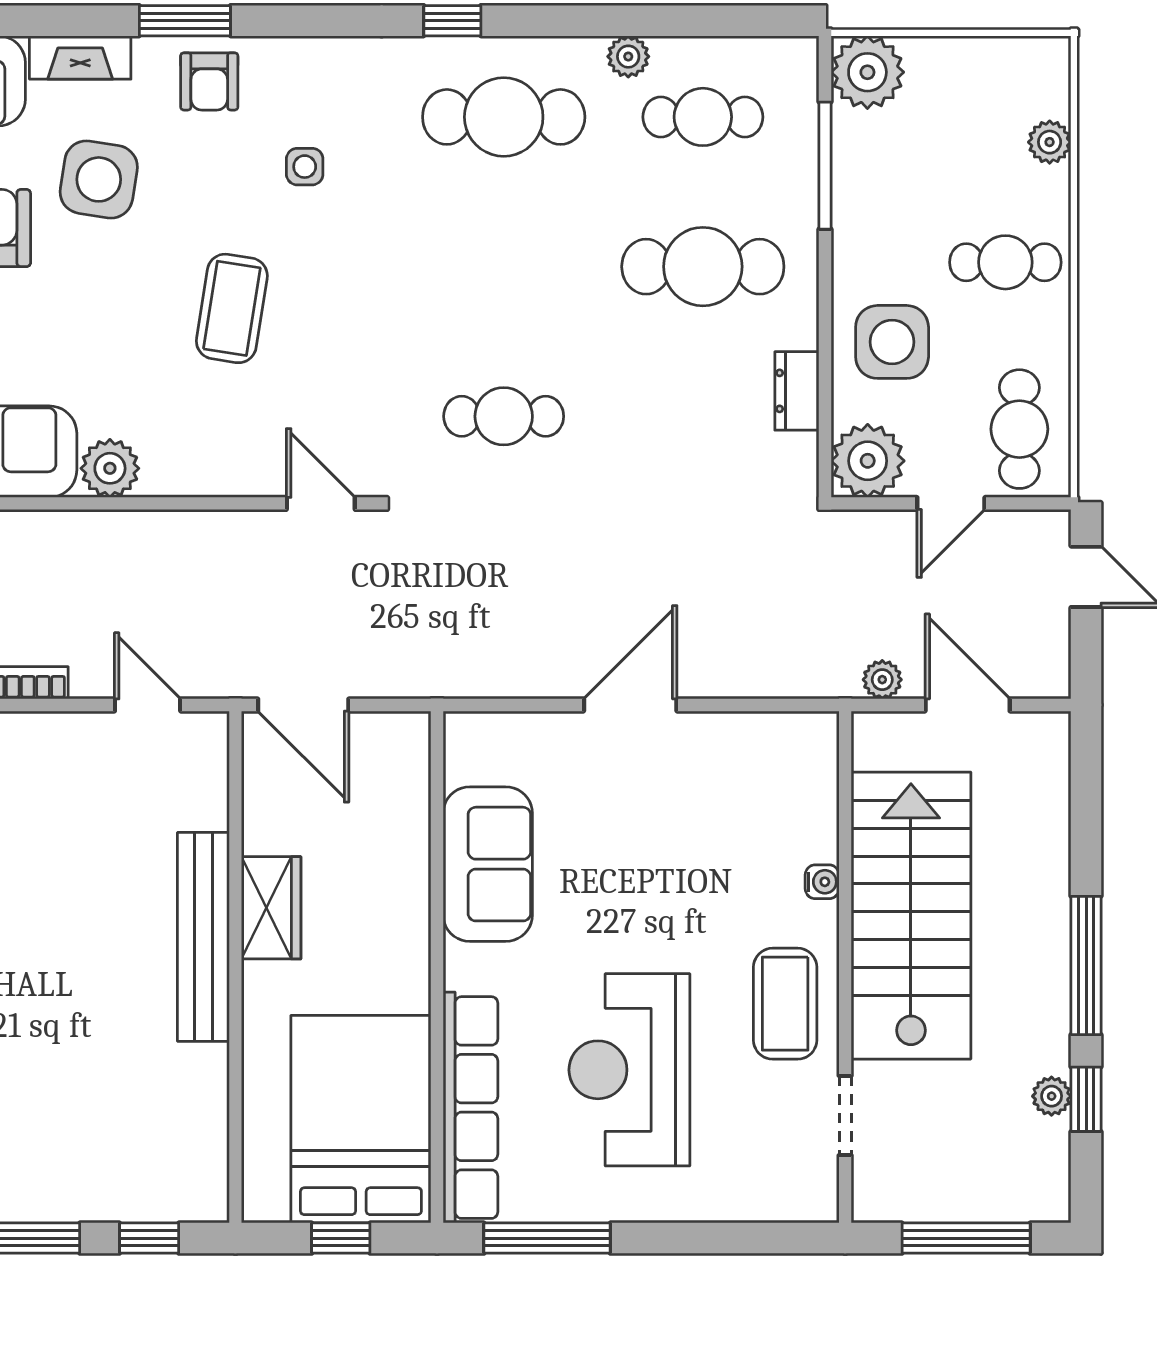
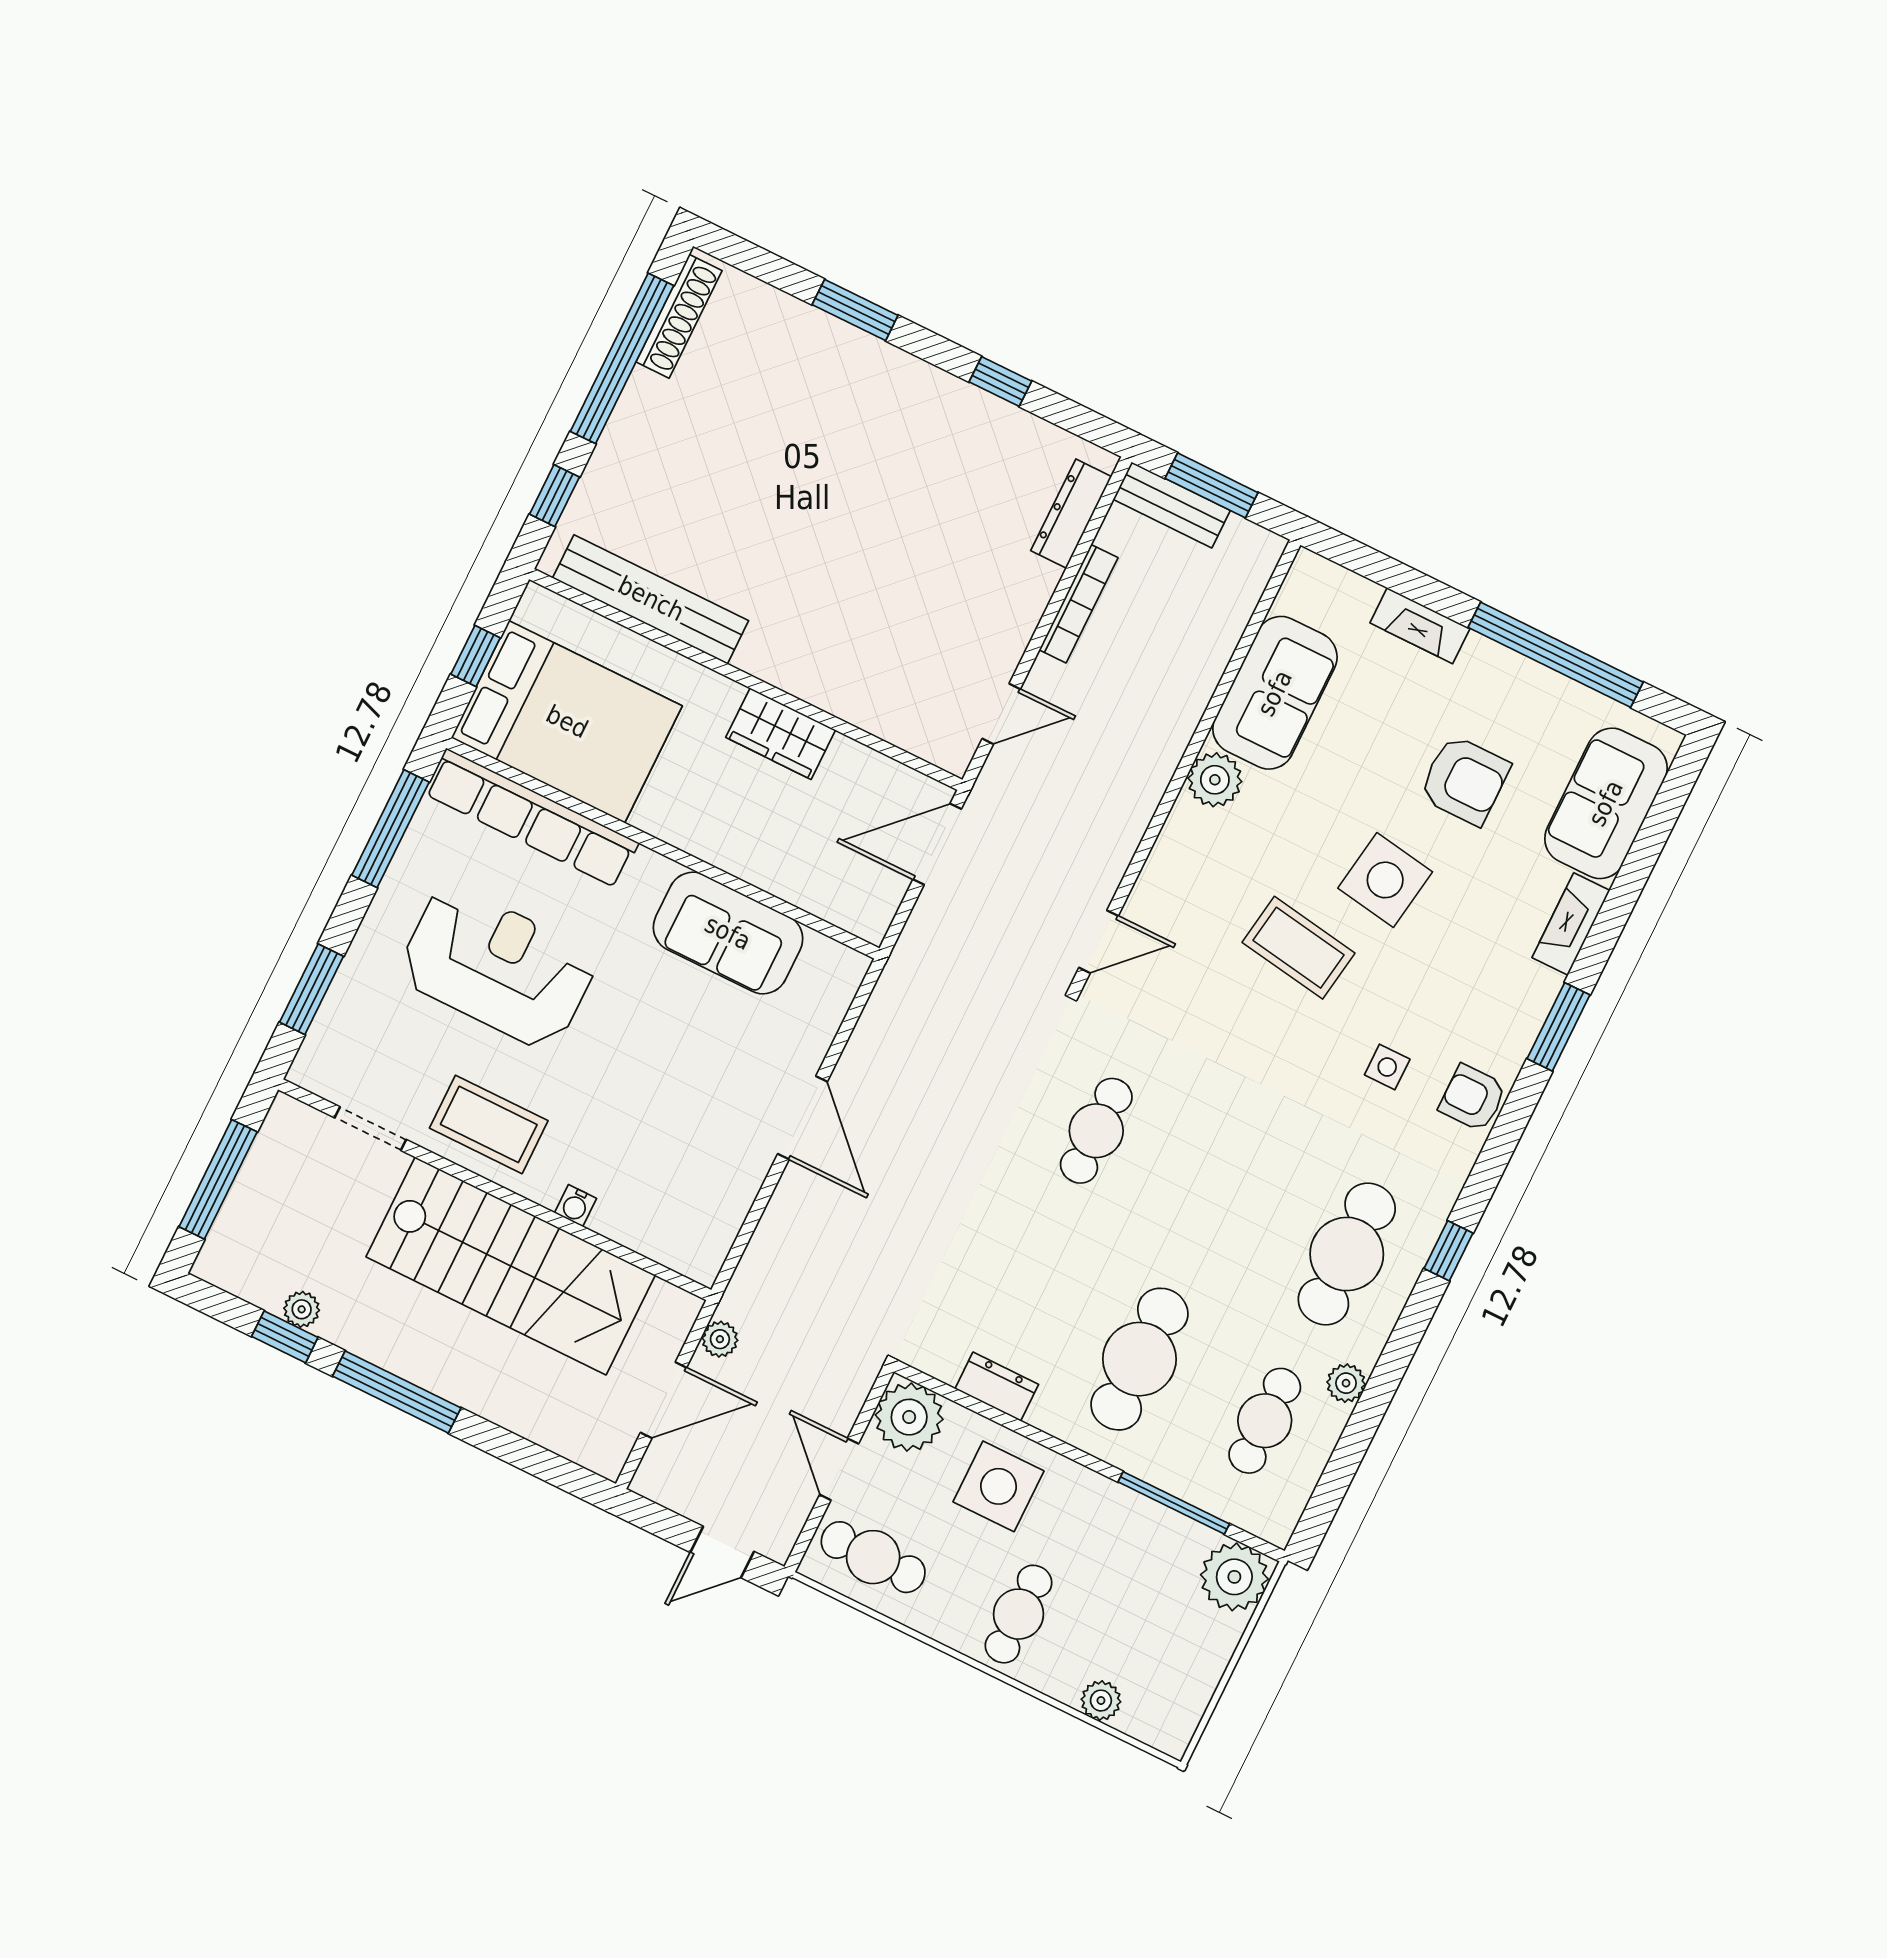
armchair: (209, 81) -> (1473, 1098), moved
side table: (99, 179) -> (1385, 880), moved
bench: (203, 937) -> (651, 599), moved
window: (739, 1238) -> (312, 989), added

